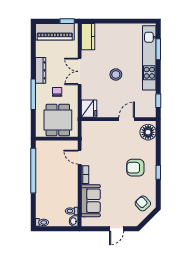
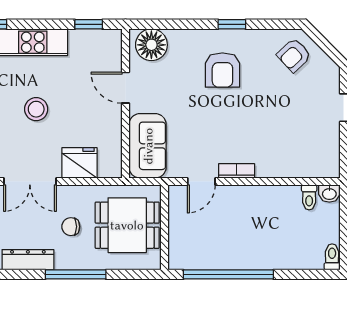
fridge: (89, 109) -> (79, 163), moved
sofa: (91, 201) -> (148, 146), moved, turned 90

